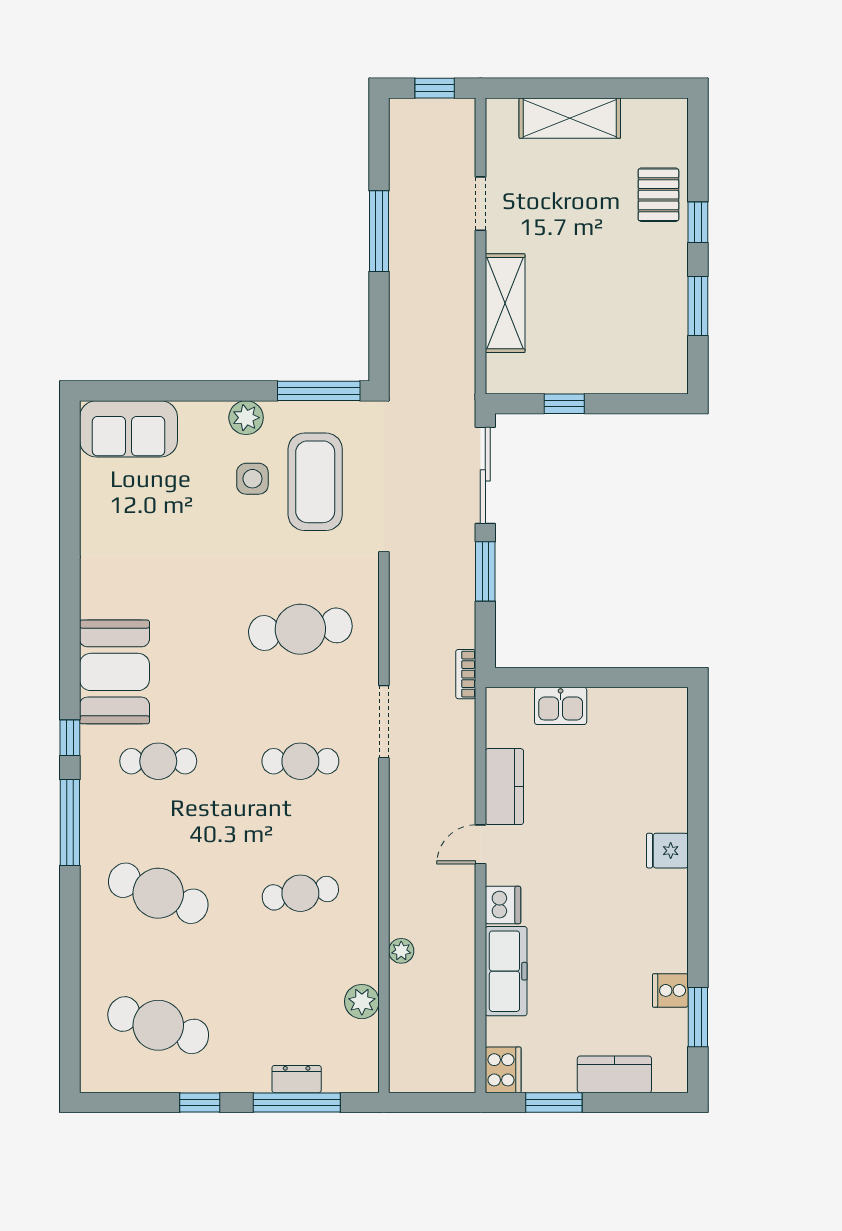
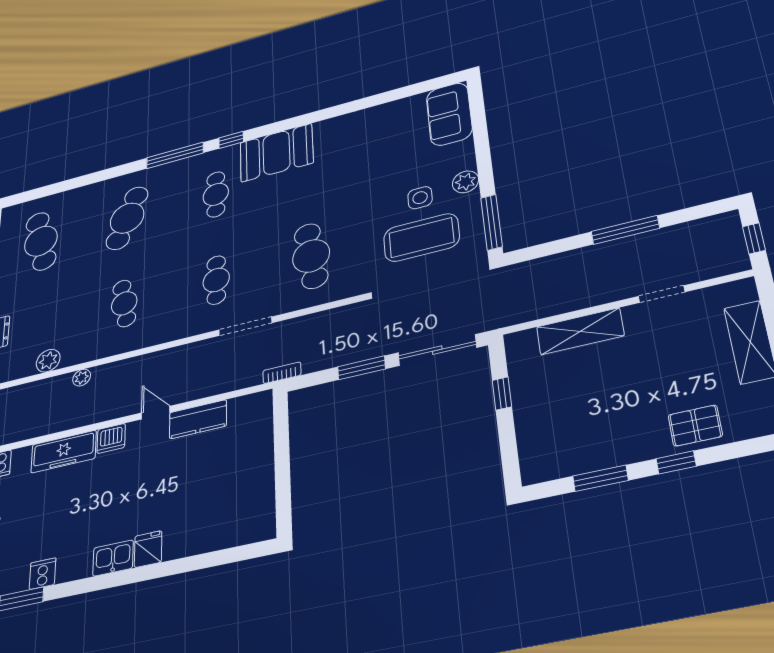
kitchen sink: (561, 706) -> (113, 558), moved, turned 90
cafe table: (158, 1025) -> (41, 241), turned -30

